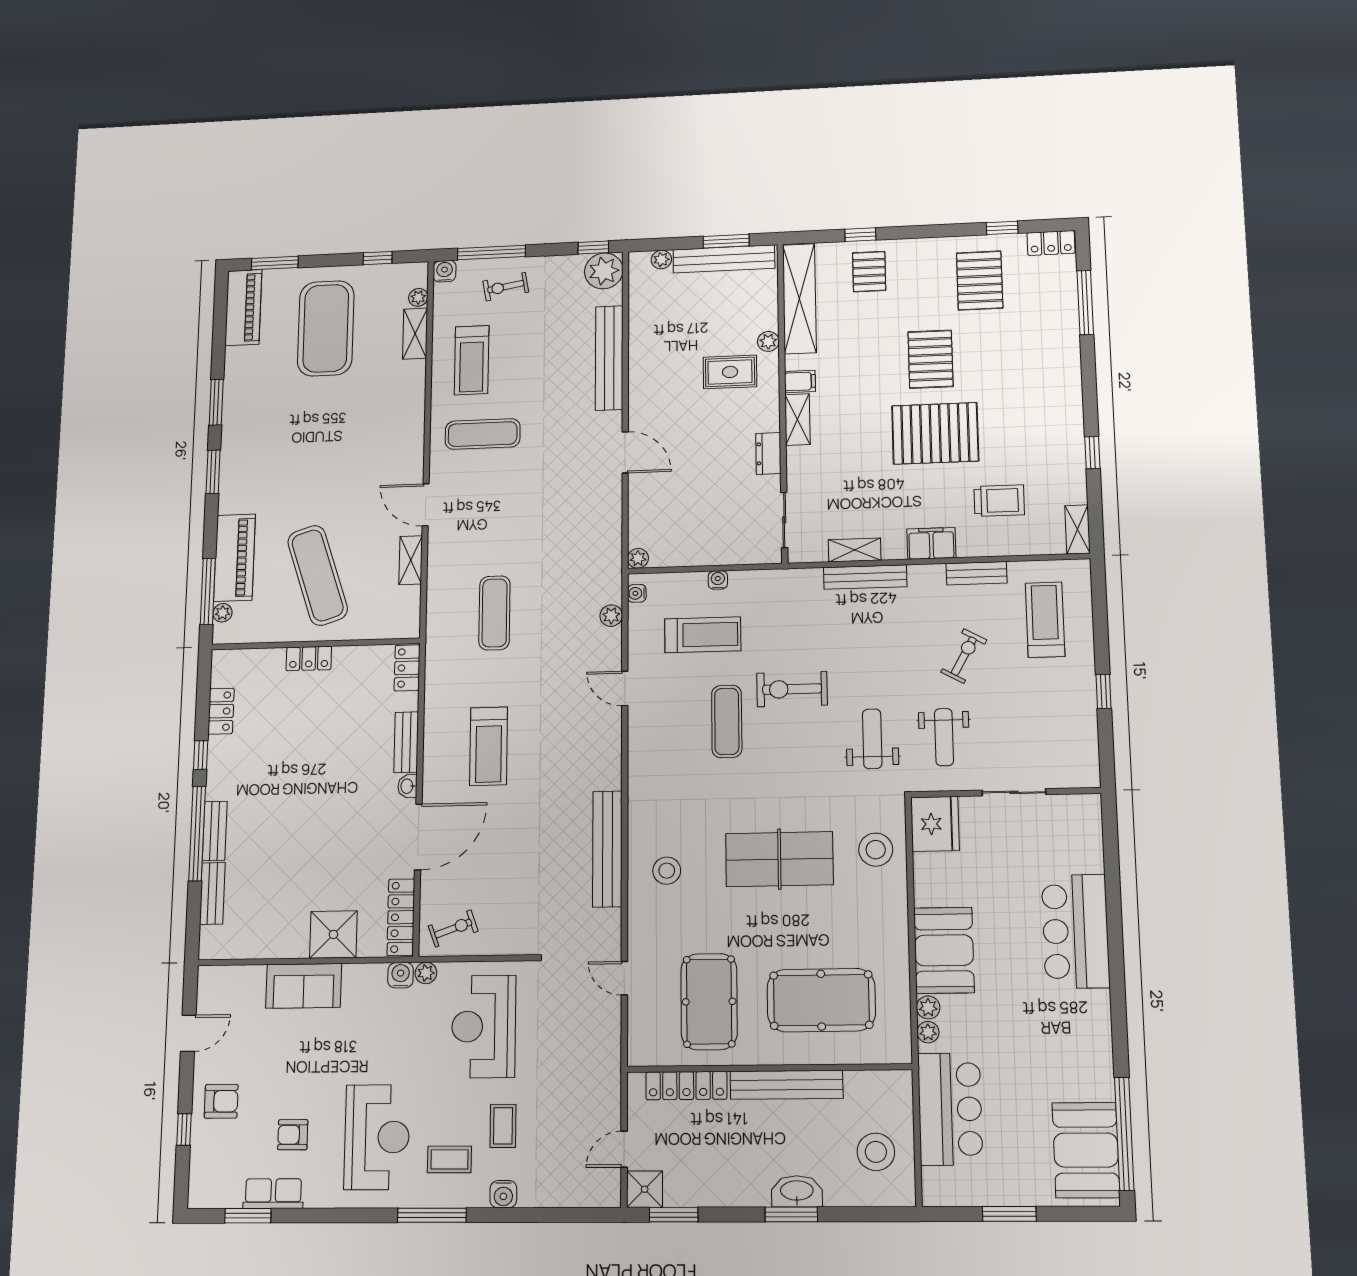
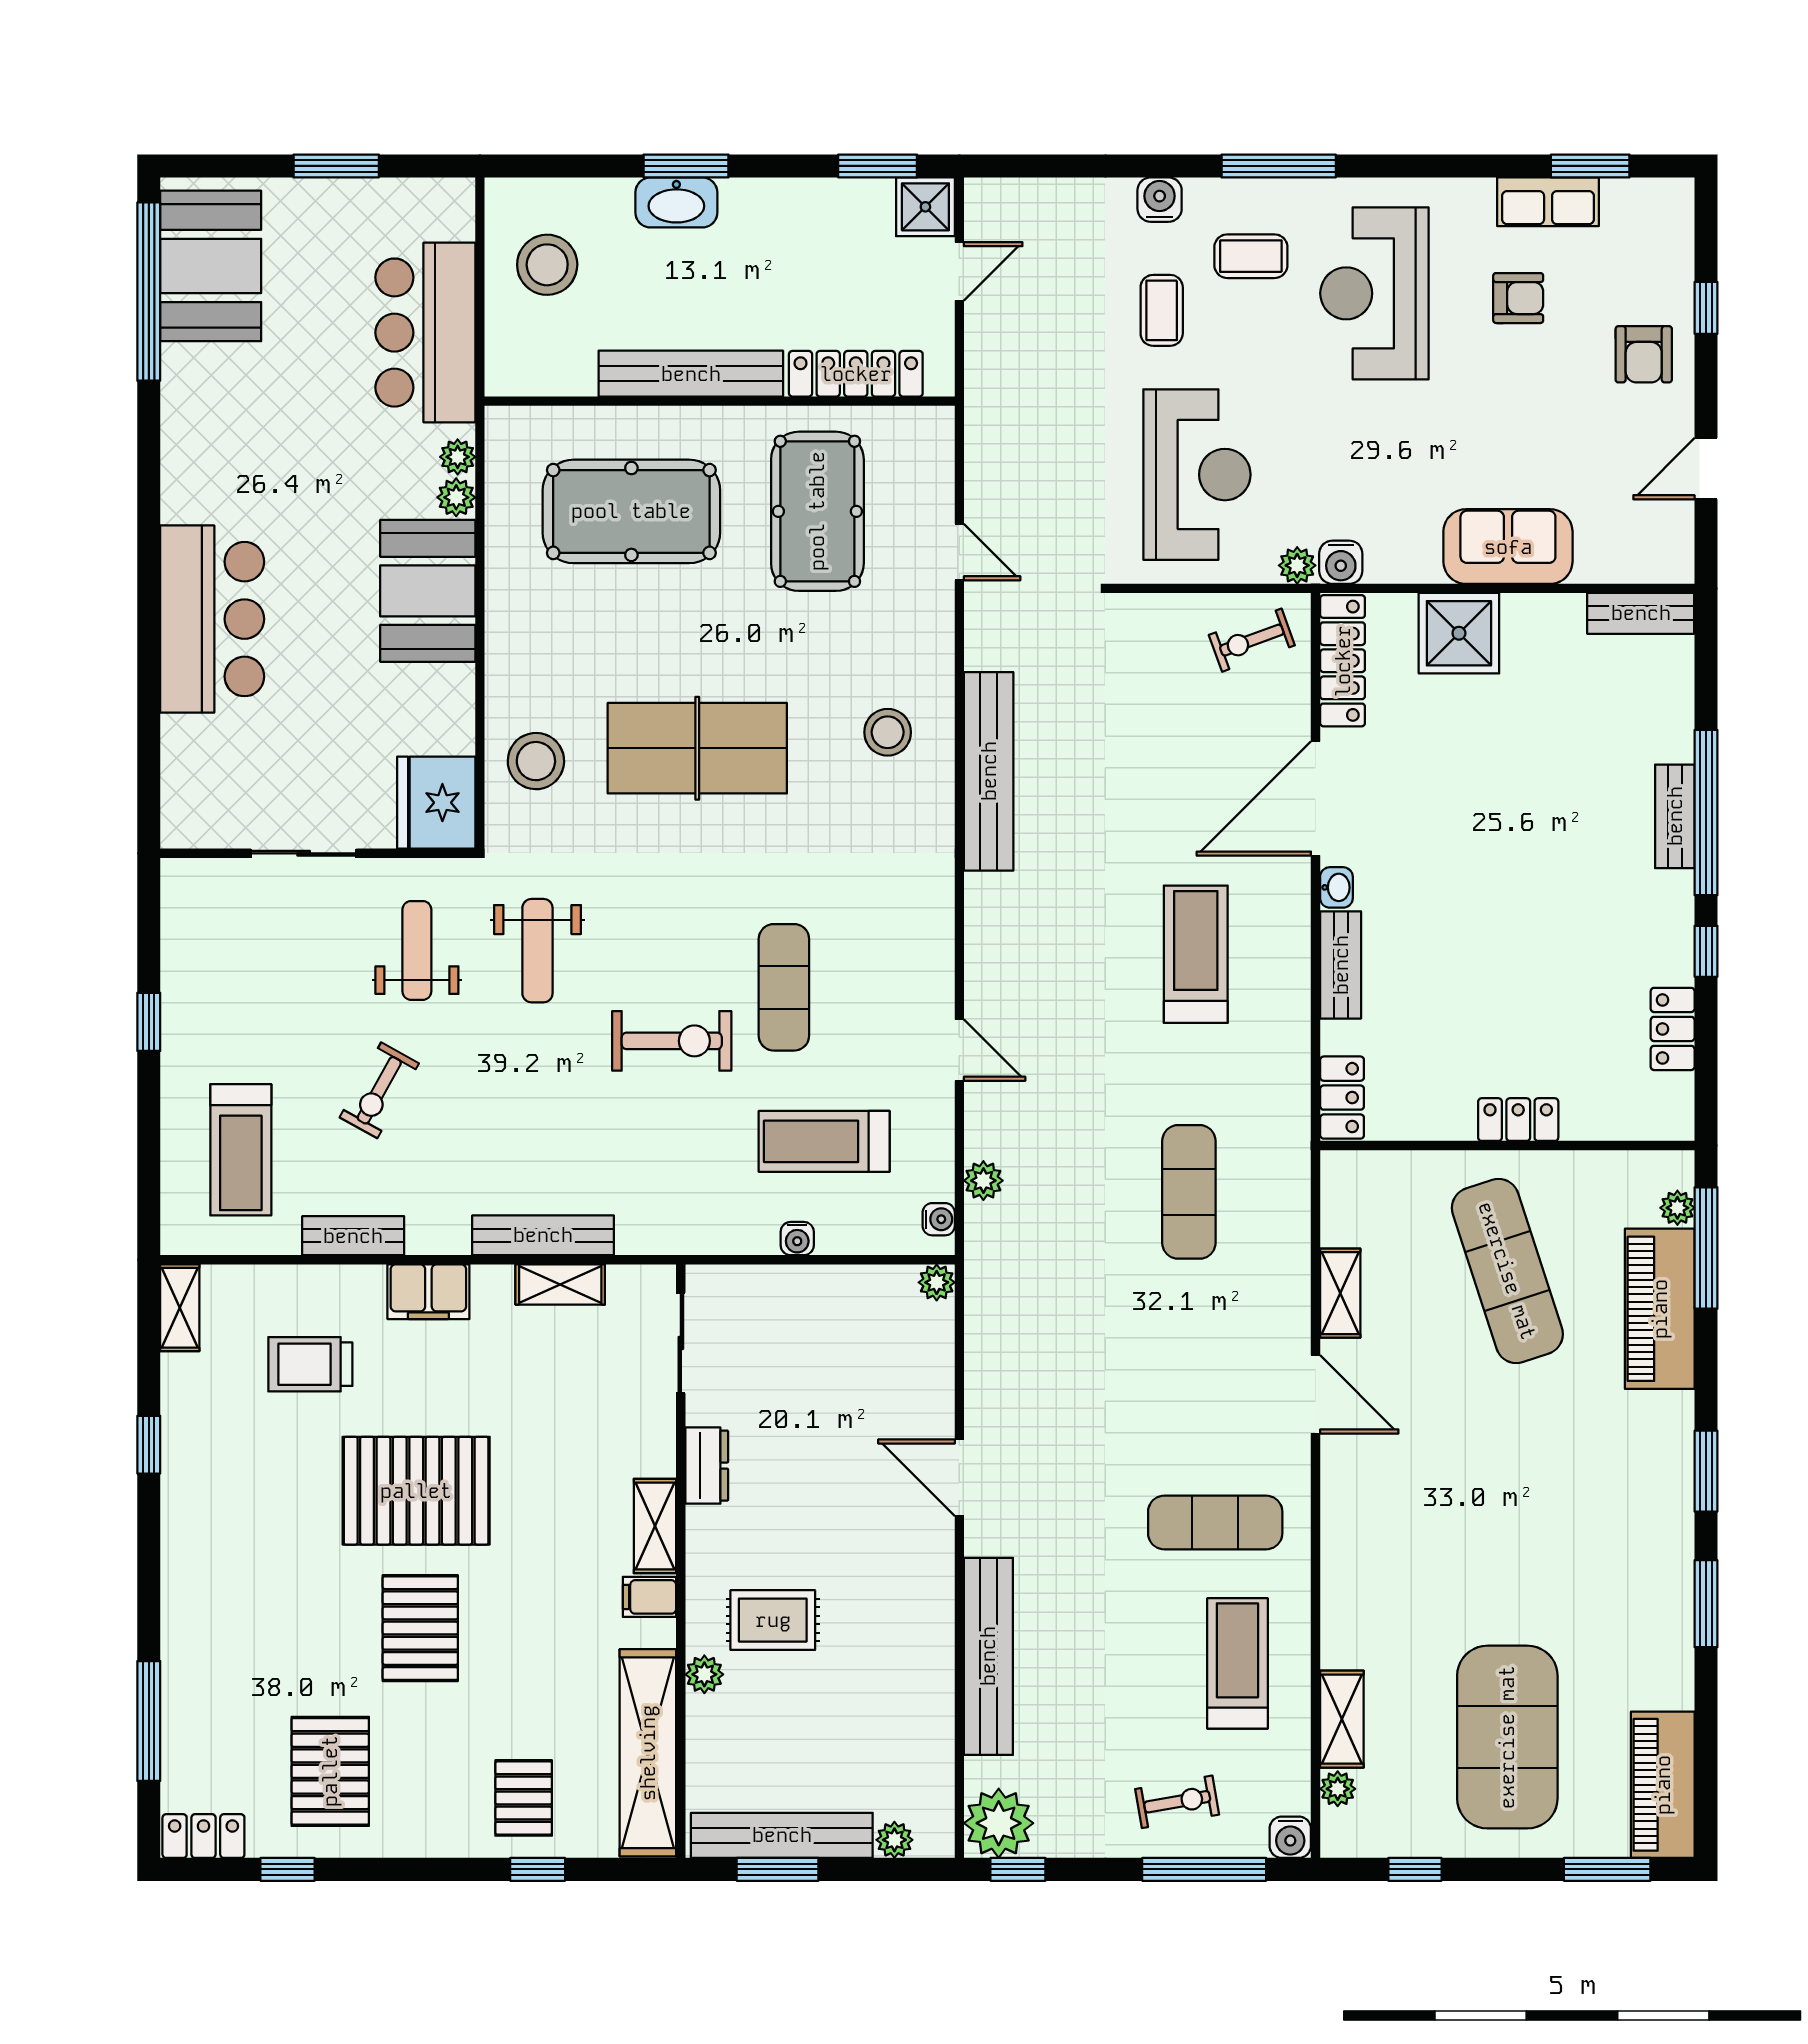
bench: (212, 893) -> (1641, 613), moved, turned 90
armchair: (221, 1101) -> (1644, 354), turned -90

